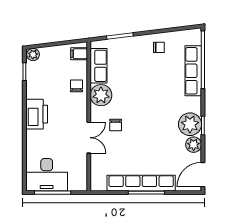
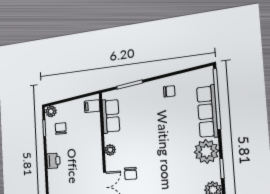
chair: (77, 86) -> (61, 128), moved
plant: (101, 95) -> (110, 150), width x0.53, depth x0.53
printer: (37, 114) -> (53, 161), width x0.53, depth x0.68
plant: (190, 124) -> (206, 151), moved

